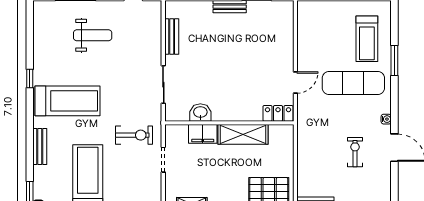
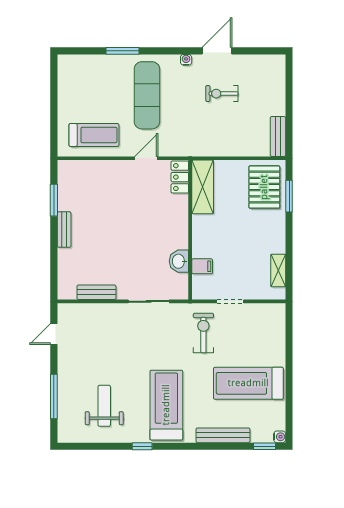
weight bench: (93, 35) -> (104, 406), moved
treadmill: (367, 39) -> (94, 135), moved
door: (295, 82) -> (146, 158), hinge flipped
filing cabinet: (203, 134) -> (202, 266), width x0.50
shelving: (243, 134) -> (203, 187), moved
bench: (40, 147) -> (223, 435), width x1.36

